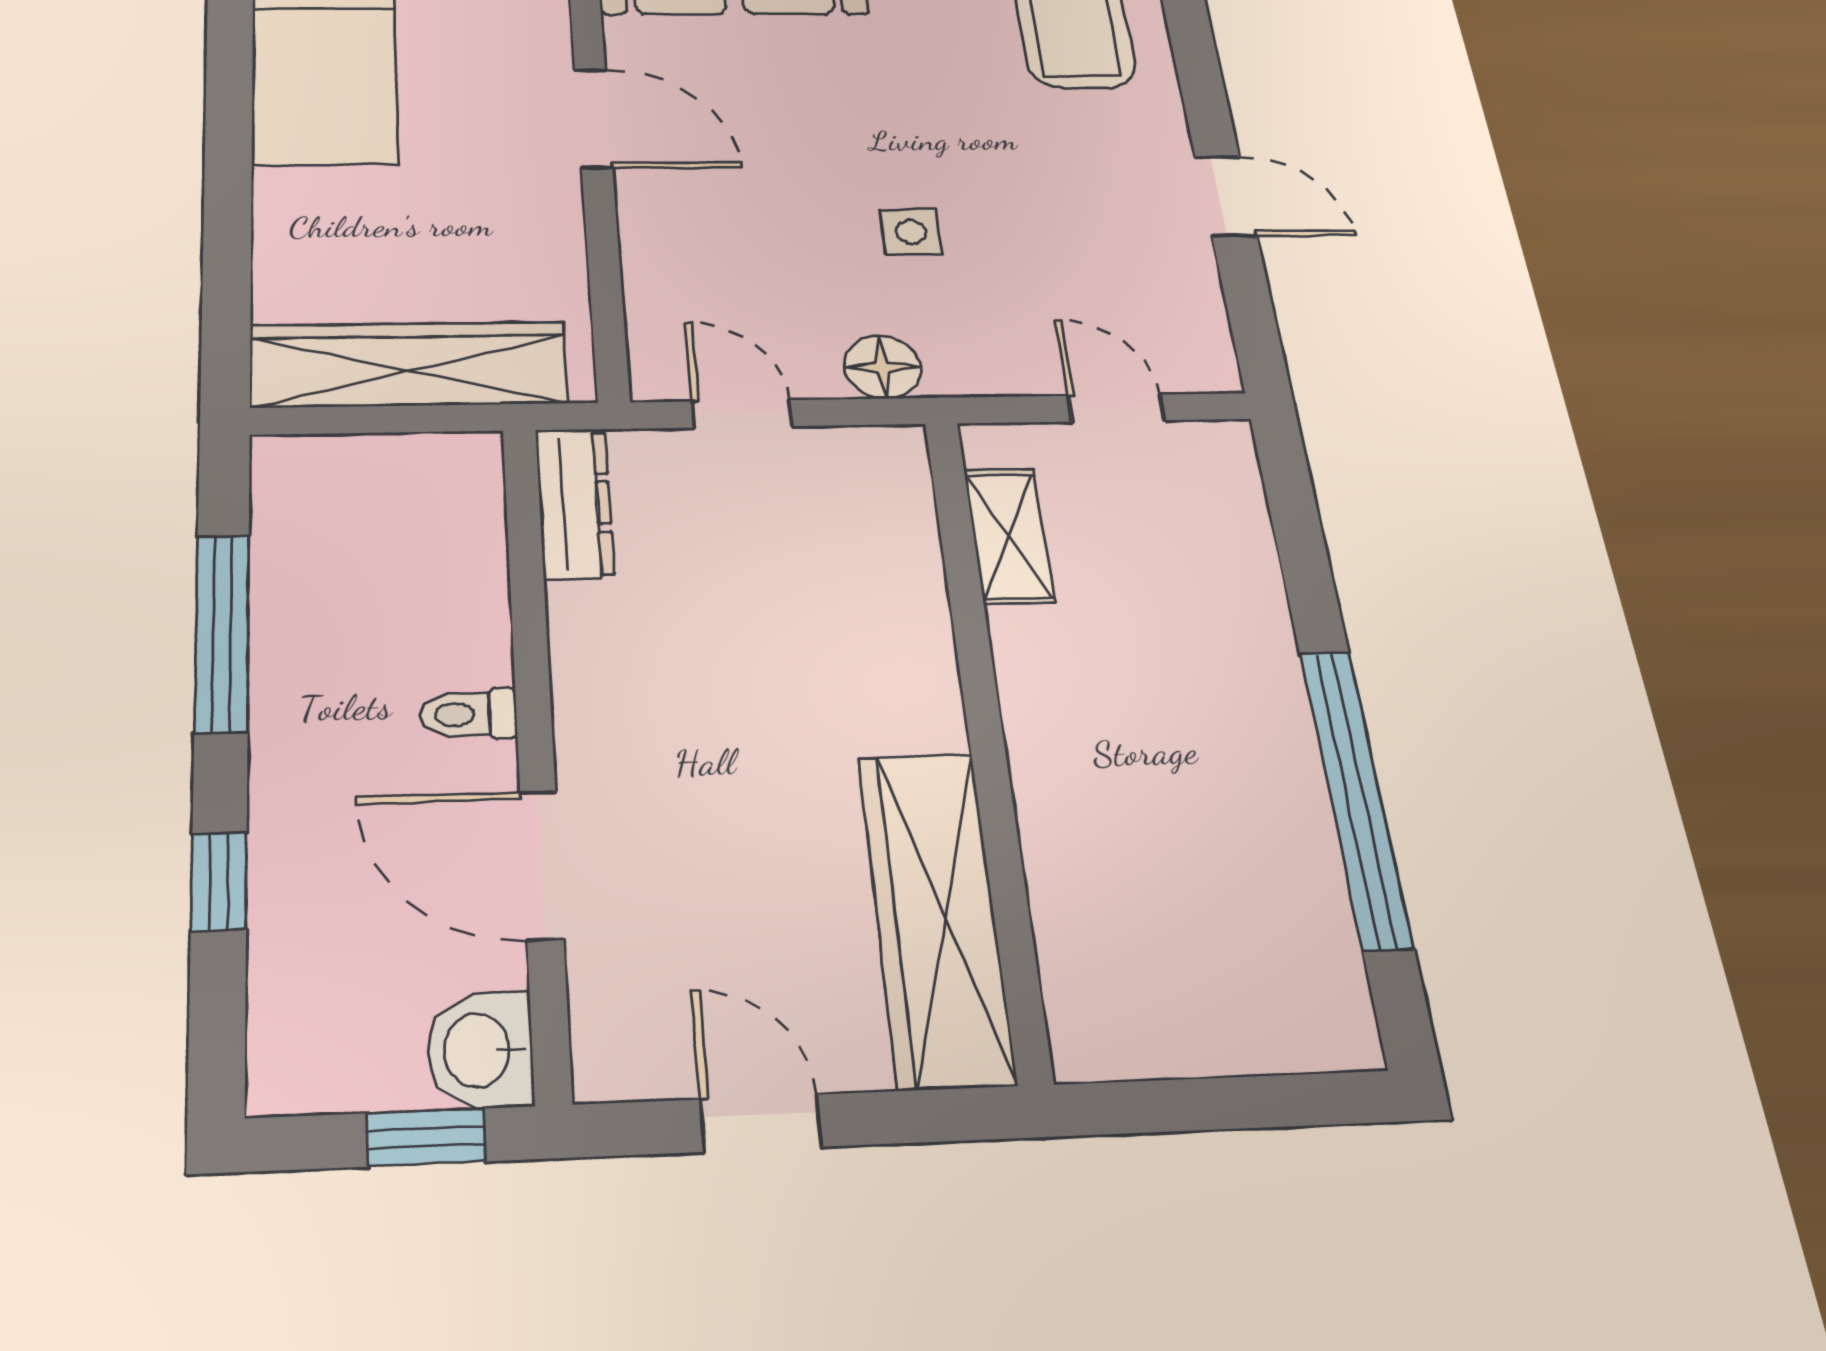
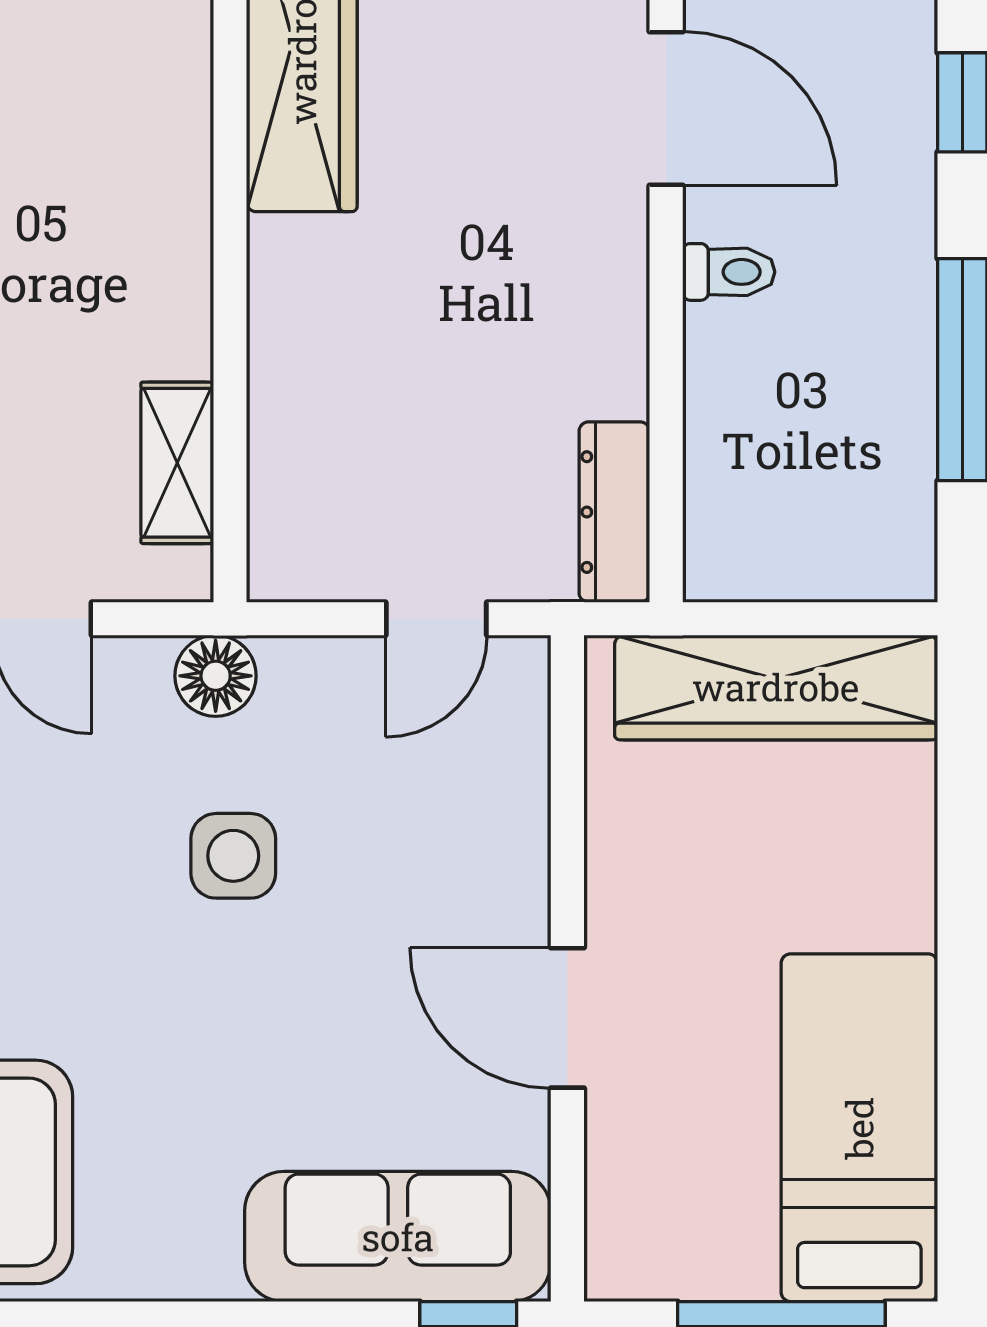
side table: (911, 232) -> (233, 856), width x1.37, depth x1.37
floor lamp: (882, 367) -> (216, 676), moved
door: (742, 414) -> (436, 619), hinge flipped

